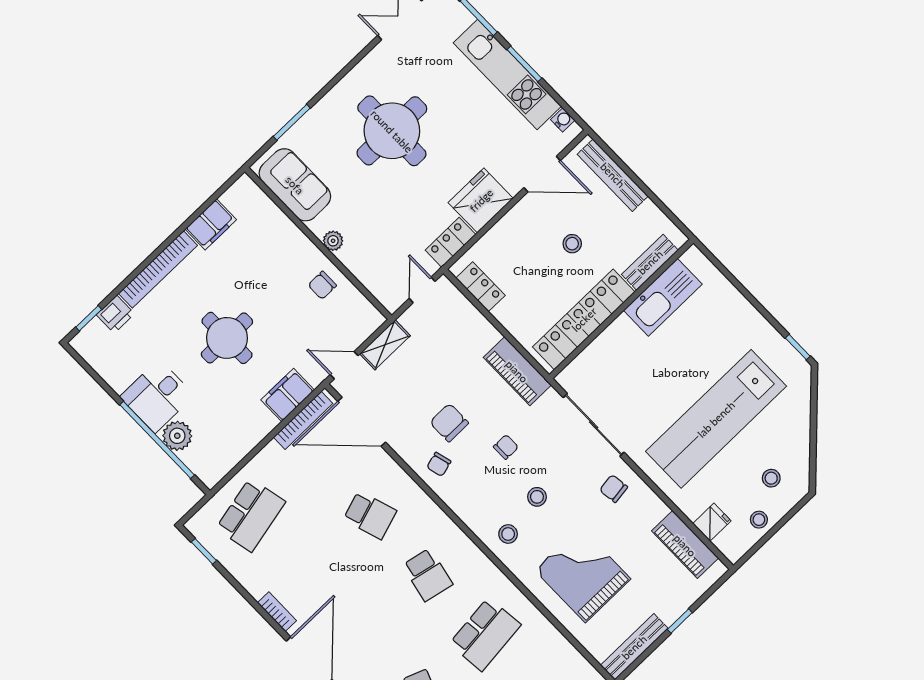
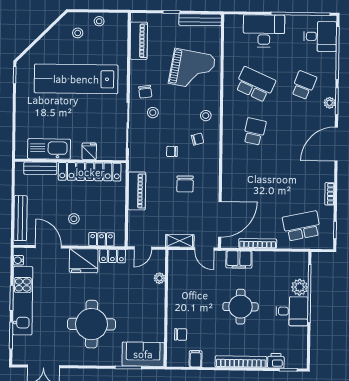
sofa: (295, 185) -> (143, 354), moved, turned 90
filing cabinet: (211, 224) -> (196, 359), width x0.50
plant: (333, 241) -> (159, 278), moved
stool: (572, 244) -> (74, 219), moved
chair: (322, 285) -> (181, 334), moved
locker: (480, 287) -> (101, 239), moved, turned 90
piano: (517, 371) -> (137, 191), moved
lab bench: (716, 419) -> (76, 79), turned 180
bookcase: (303, 420) -> (258, 243), moved
door: (362, 422) -> (220, 219), hinge flipped
chair: (439, 464) -> (197, 139), moved
stool: (537, 497) -> (153, 113), moved
school desk: (370, 515) -> (254, 178), removed
fridge: (712, 522) -> (89, 151), moved, turned 90
grand piano: (583, 575) -> (192, 70), turned -80
bookcase: (277, 612) -> (330, 194), moved
school desk: (485, 634) -> (255, 84), turned 30

